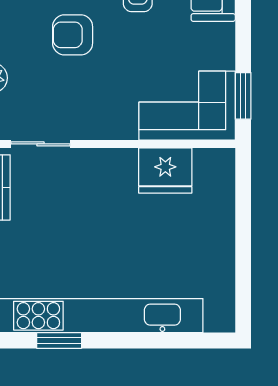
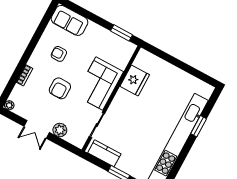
corner sofa: (187, 106) -> (99, 84), moved
window: (59, 341) -> (199, 126), moved

